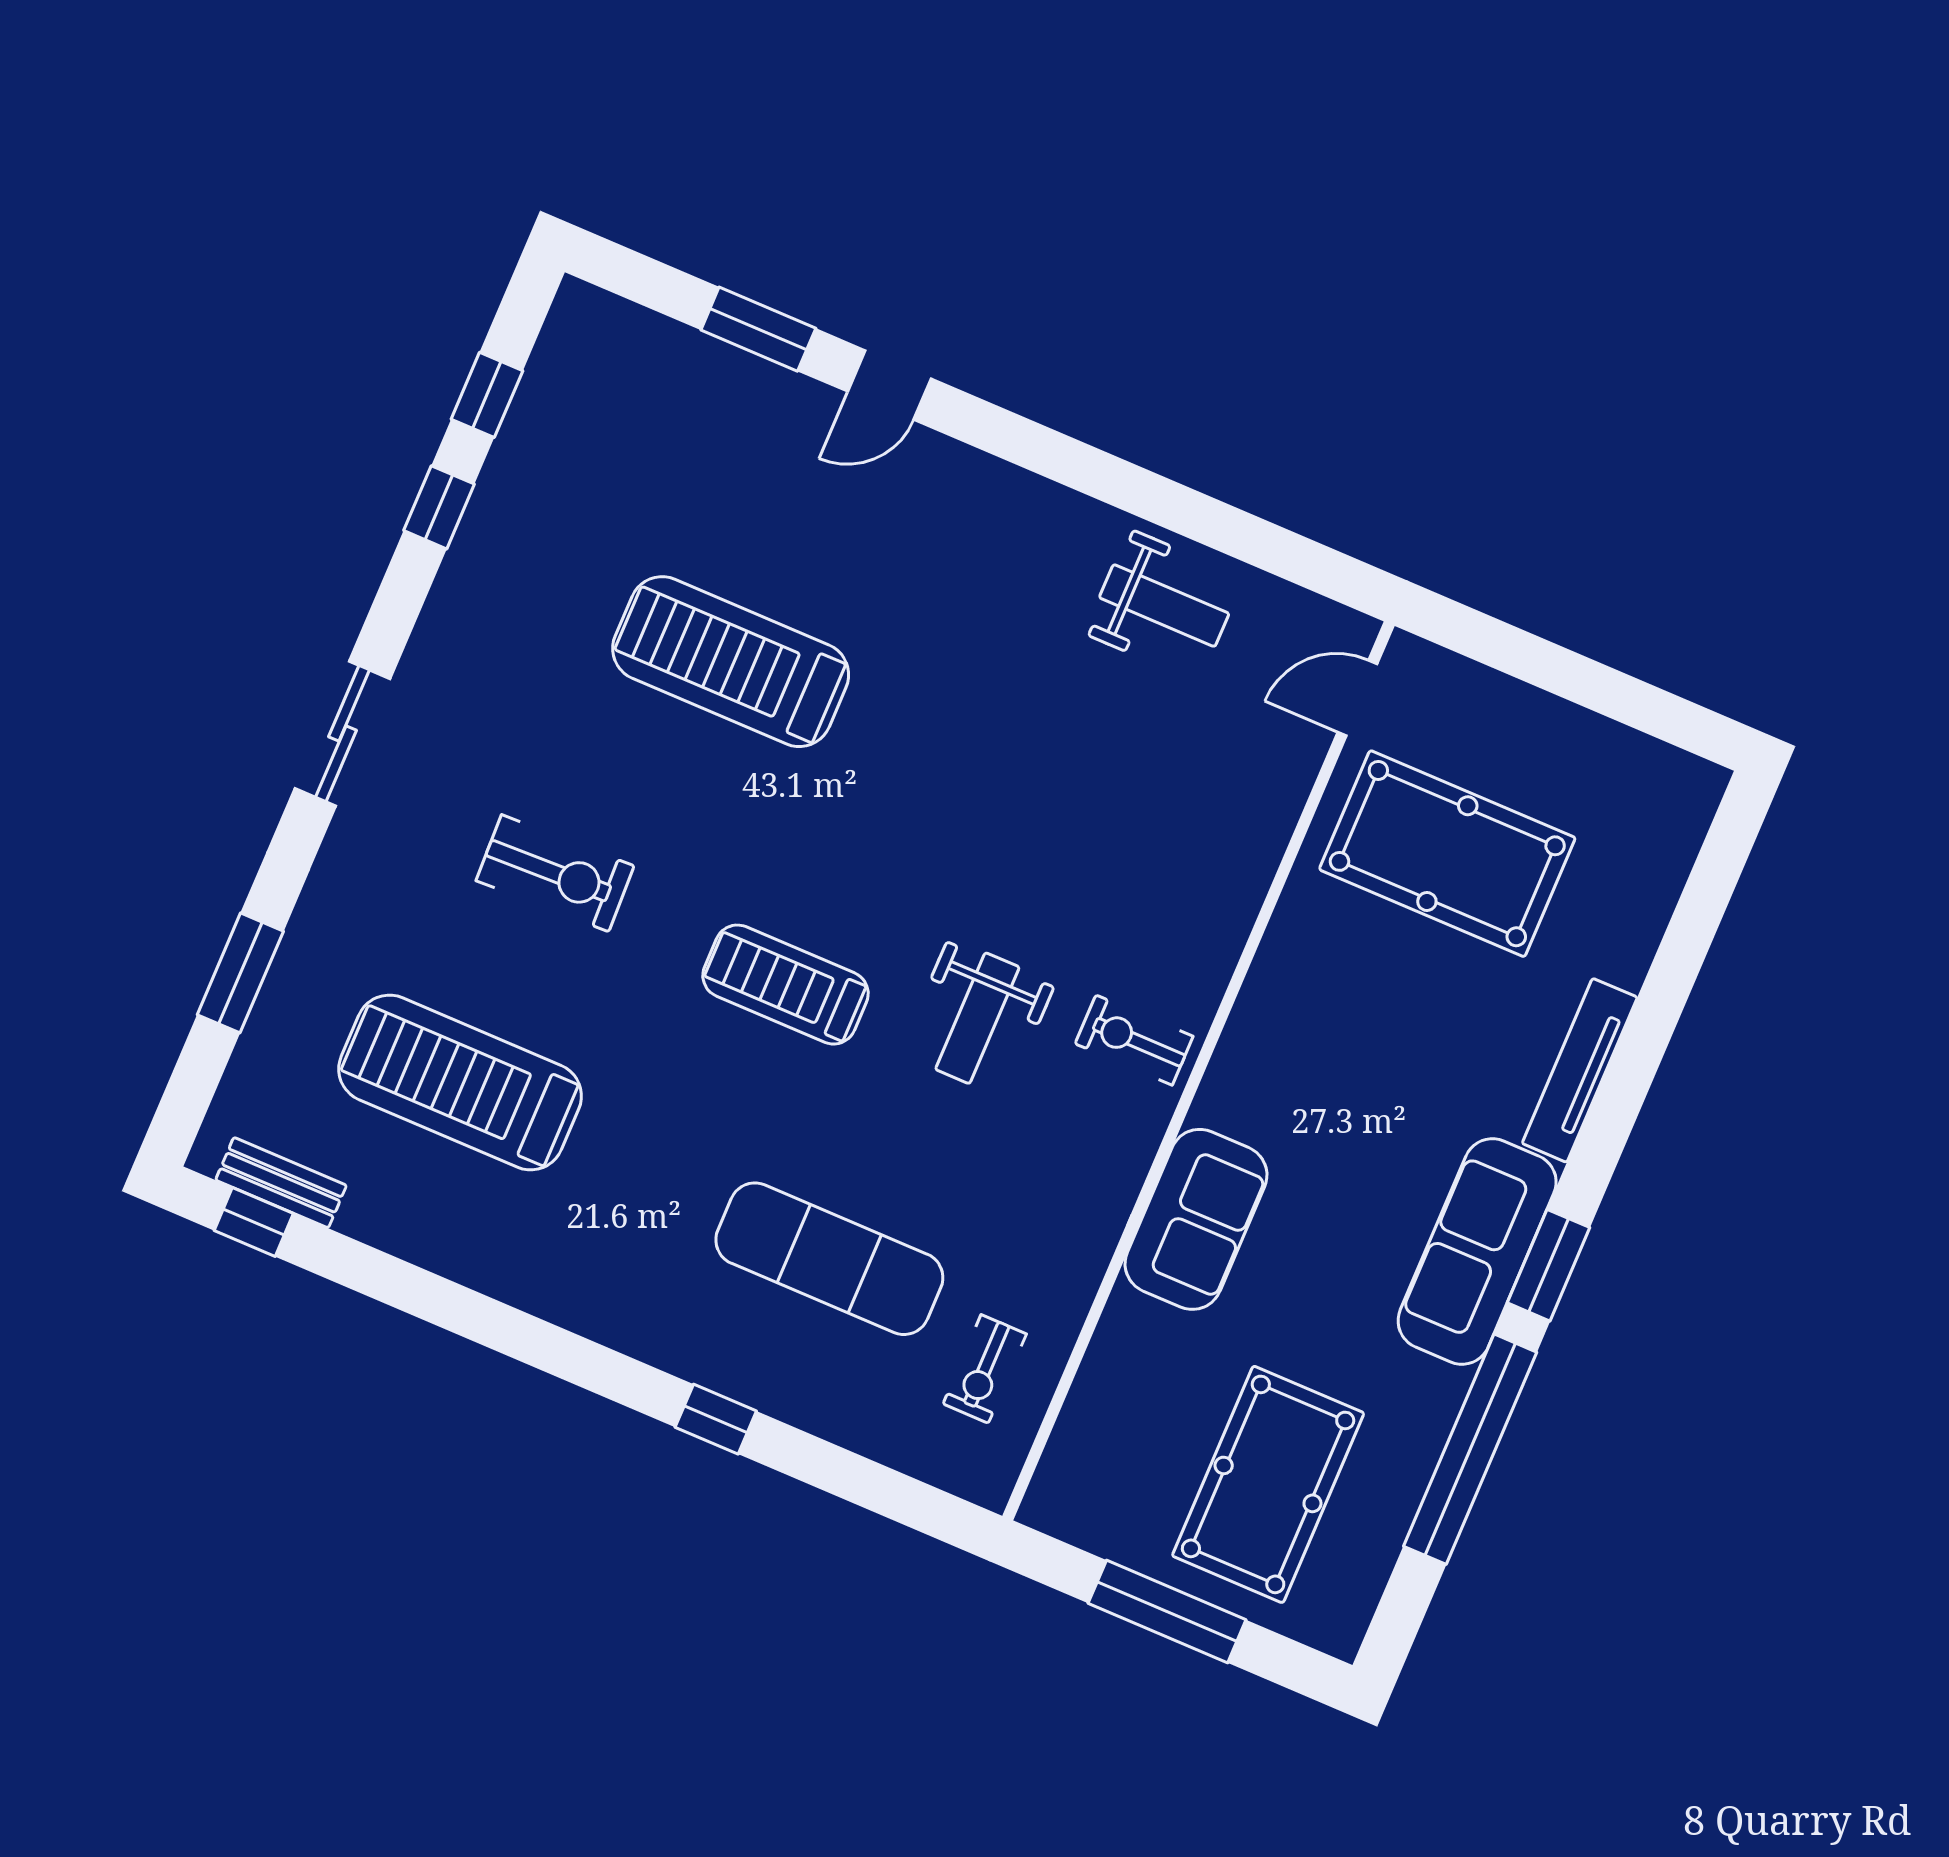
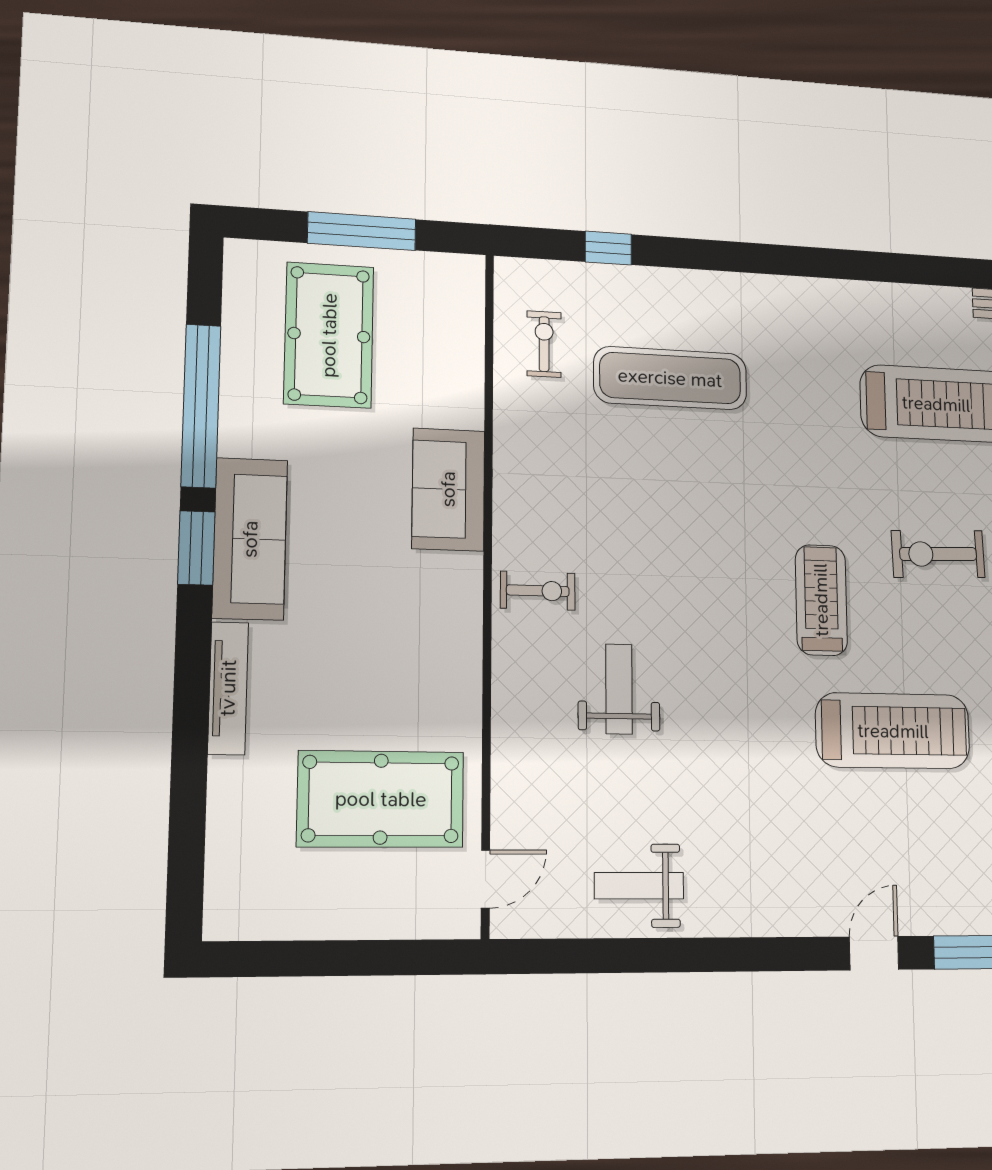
treadmill: (785, 985) -> (821, 600), moved, turned -90
weight bench: (977, 1018) -> (619, 689), moved
window: (716, 1419) -> (608, 248), moved

